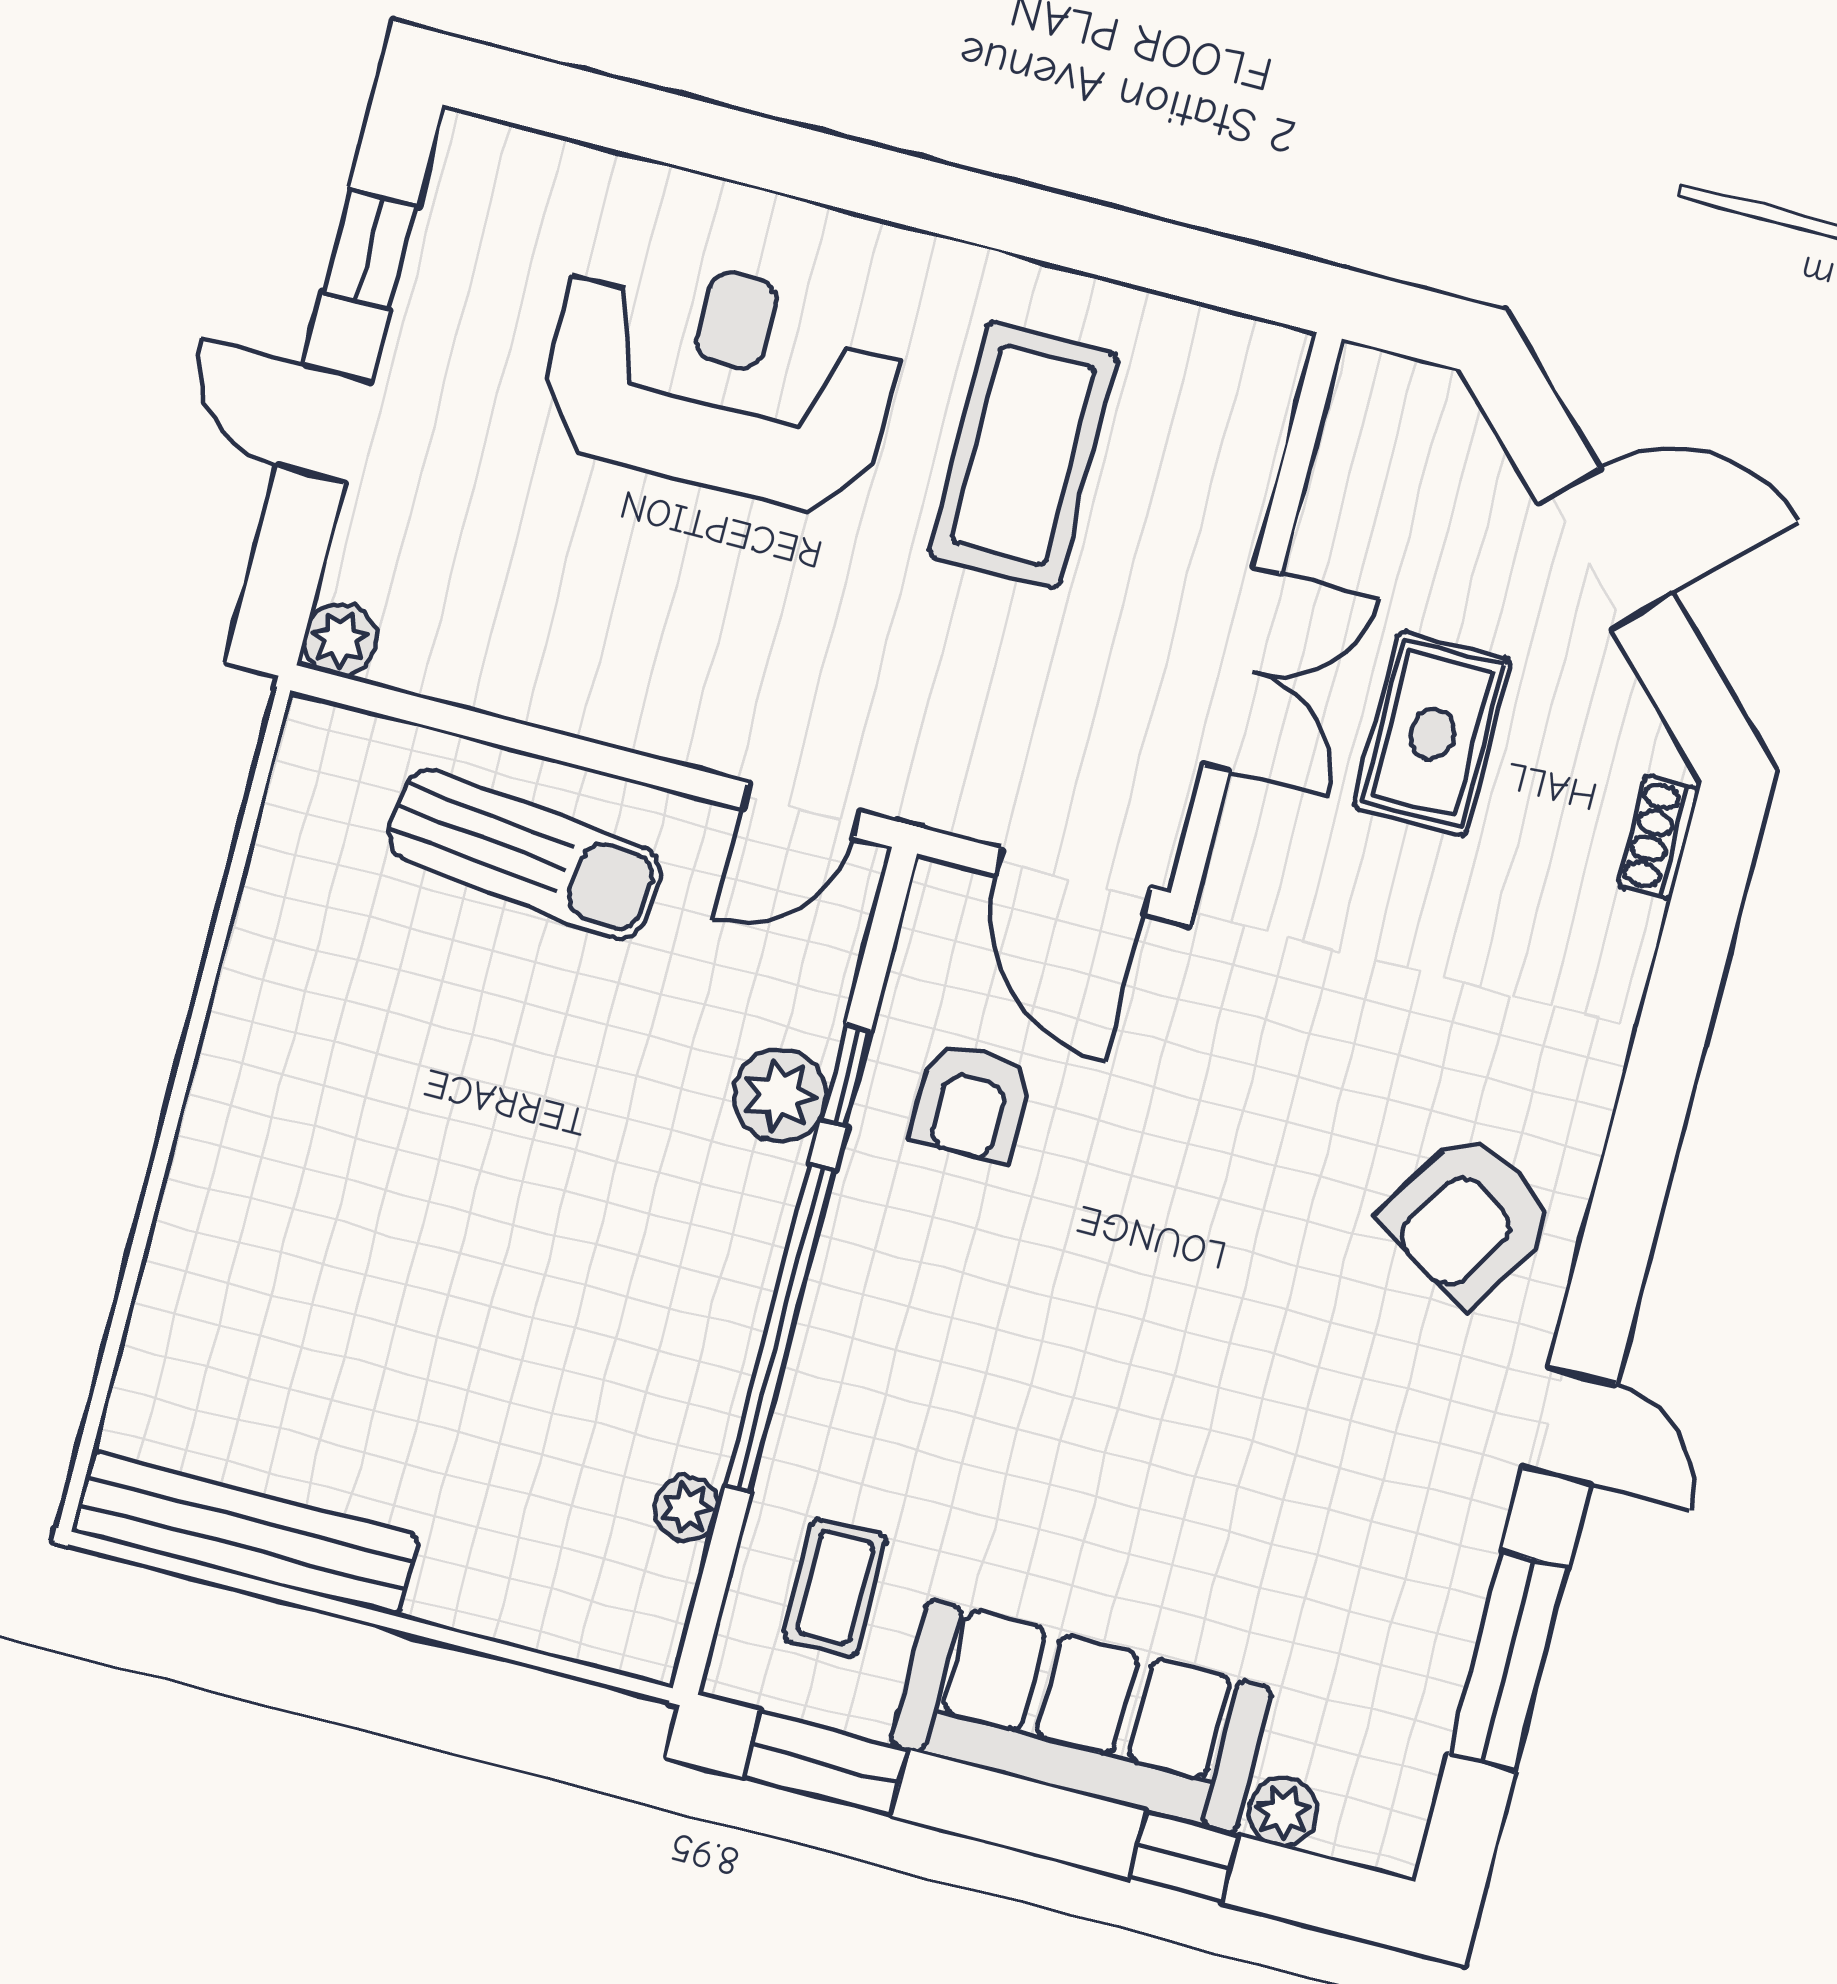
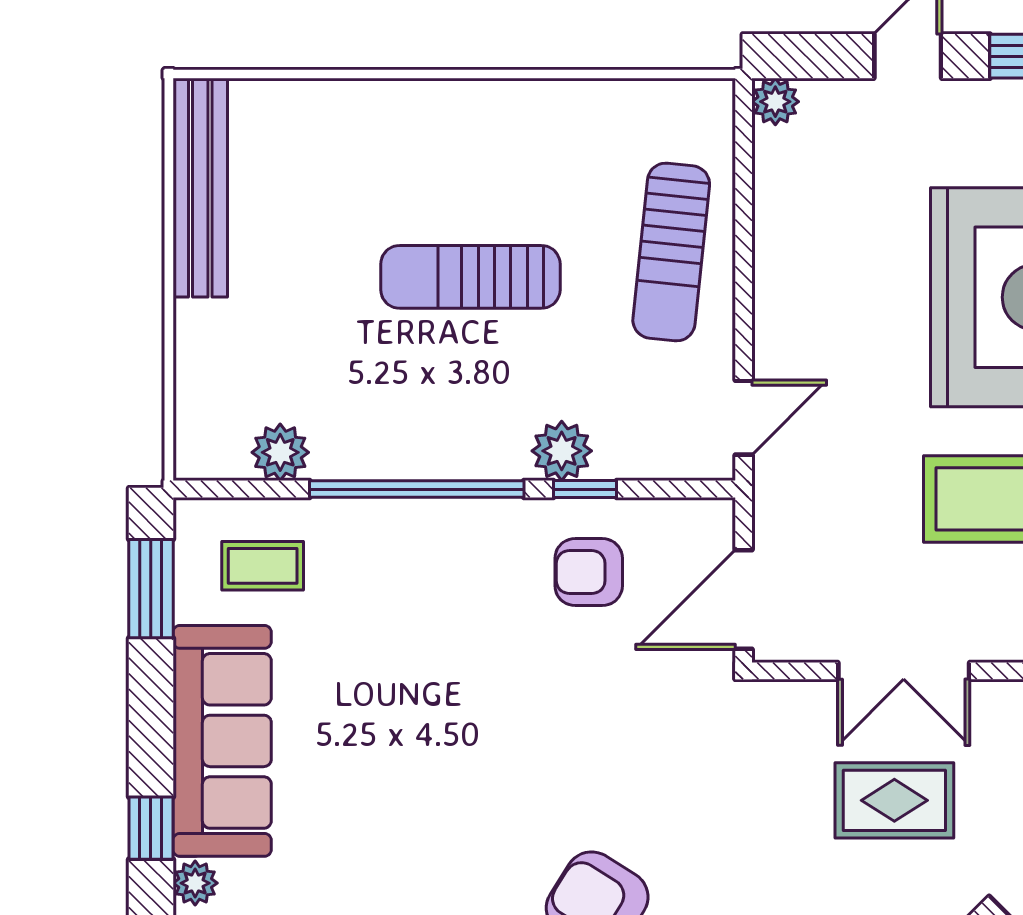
door: (801, 810) -> (744, 418), swing flipped
sun lounger: (484, 1164) -> (470, 277), added
plant: (687, 1508) -> (280, 452), width x1.38, depth x1.38

